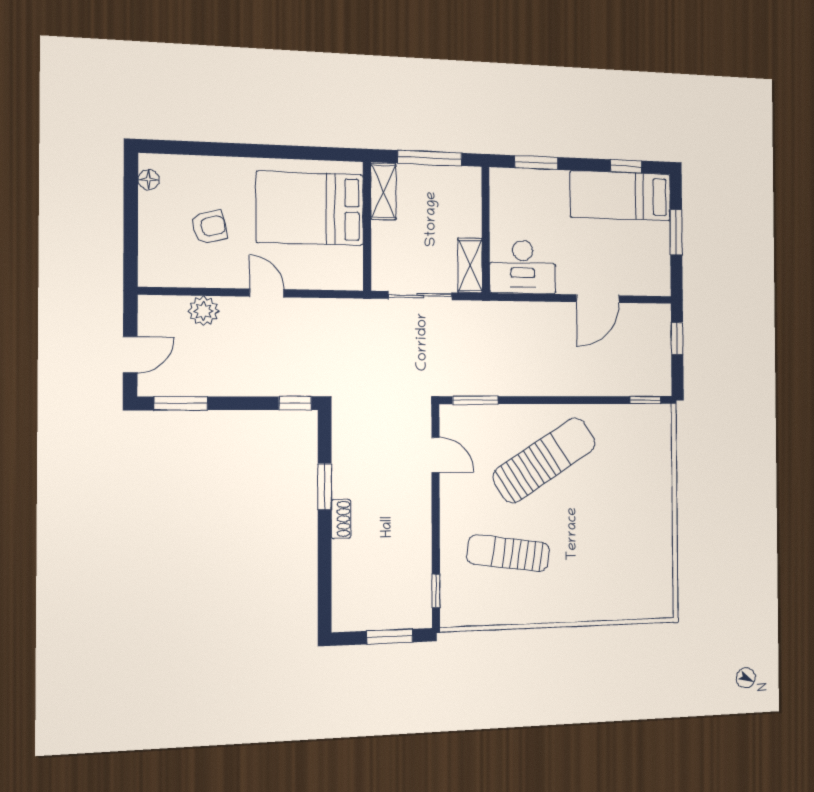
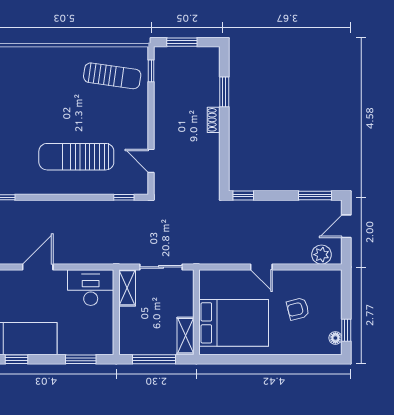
window: (131, 191) -> (346, 330), added
plant: (203, 311) -> (322, 255), moved
window: (475, 400) -> (124, 197), width x0.67
sun lounger: (544, 460) -> (76, 157), turned 33
window: (325, 487) -> (224, 92), moved
sun lounger: (508, 553) -> (112, 76), moved

